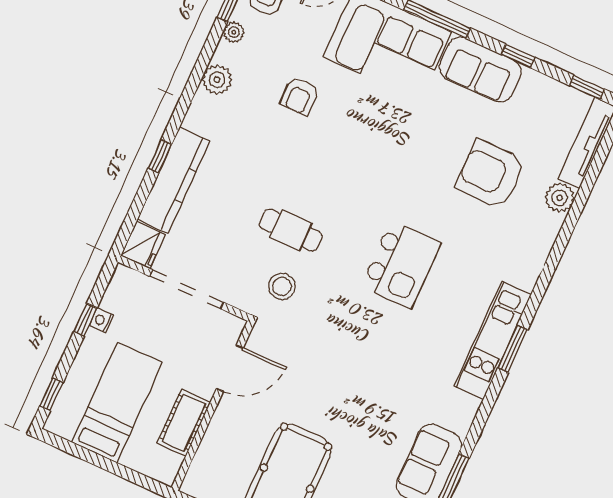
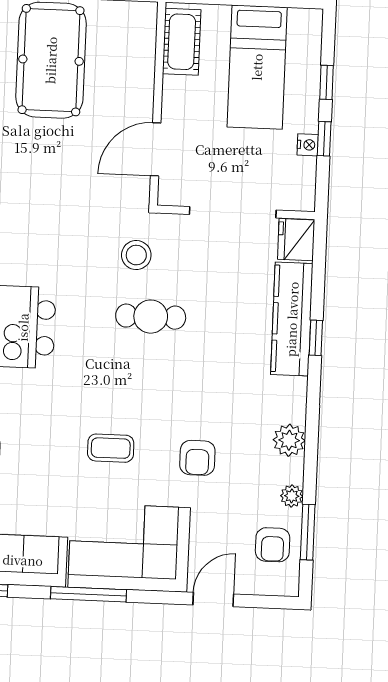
armchair: (300, 96) -> (197, 458), turned 180
coffee table: (369, 134) -> (111, 448), added
window: (51, 394) -> (327, 82), moved
cot: (184, 423) -> (182, 42), moved

